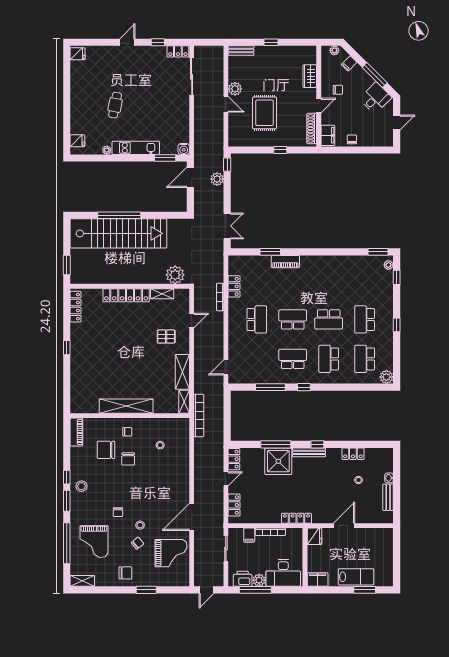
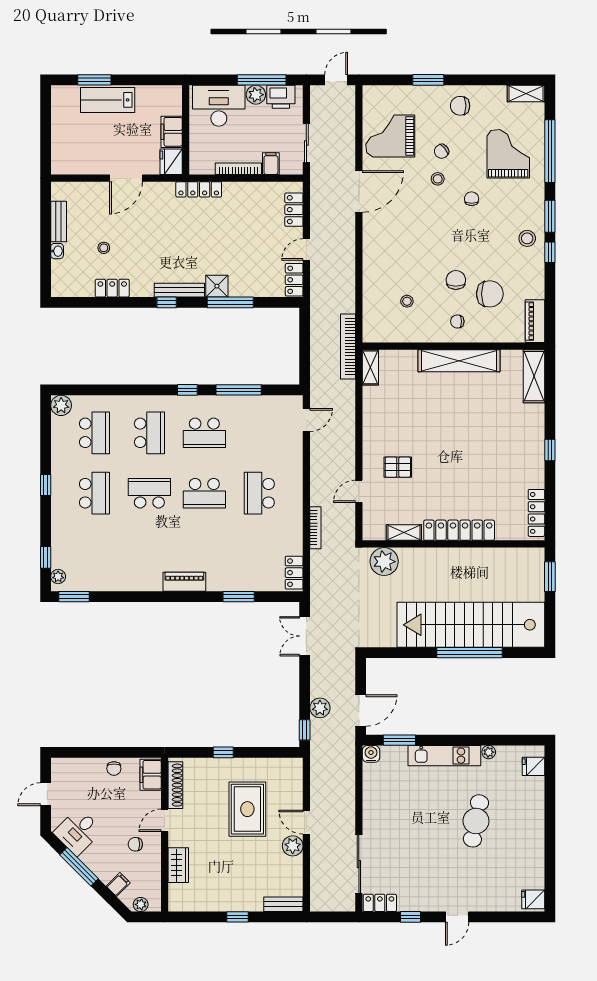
cafe table: (115, 105) -> (476, 821), width x1.37, depth x1.35
piano: (285, 262) -> (184, 582), moved
locker: (234, 286) -> (294, 573), moved
shelving: (182, 372) -> (534, 376), moved
shower: (278, 461) -> (217, 286), width x0.54, depth x0.54
filing cabinet: (318, 580) -> (172, 132), moved, turned 90

